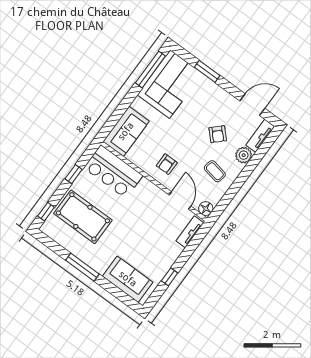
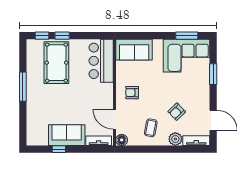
window: (150, 69) -> (187, 36), width x0.69
window: (74, 174) -> (62, 36), moved
door: (180, 201) -> (115, 119), swing flipped
sofa: (128, 279) -> (67, 135), moved, turned -90

